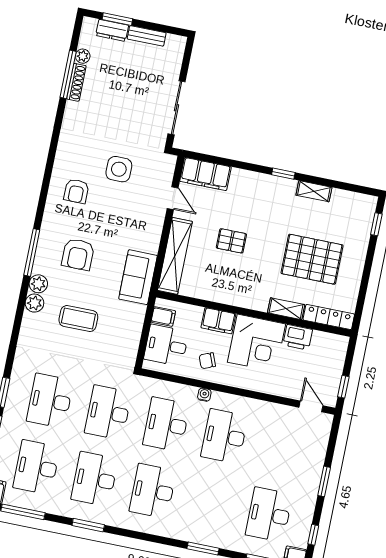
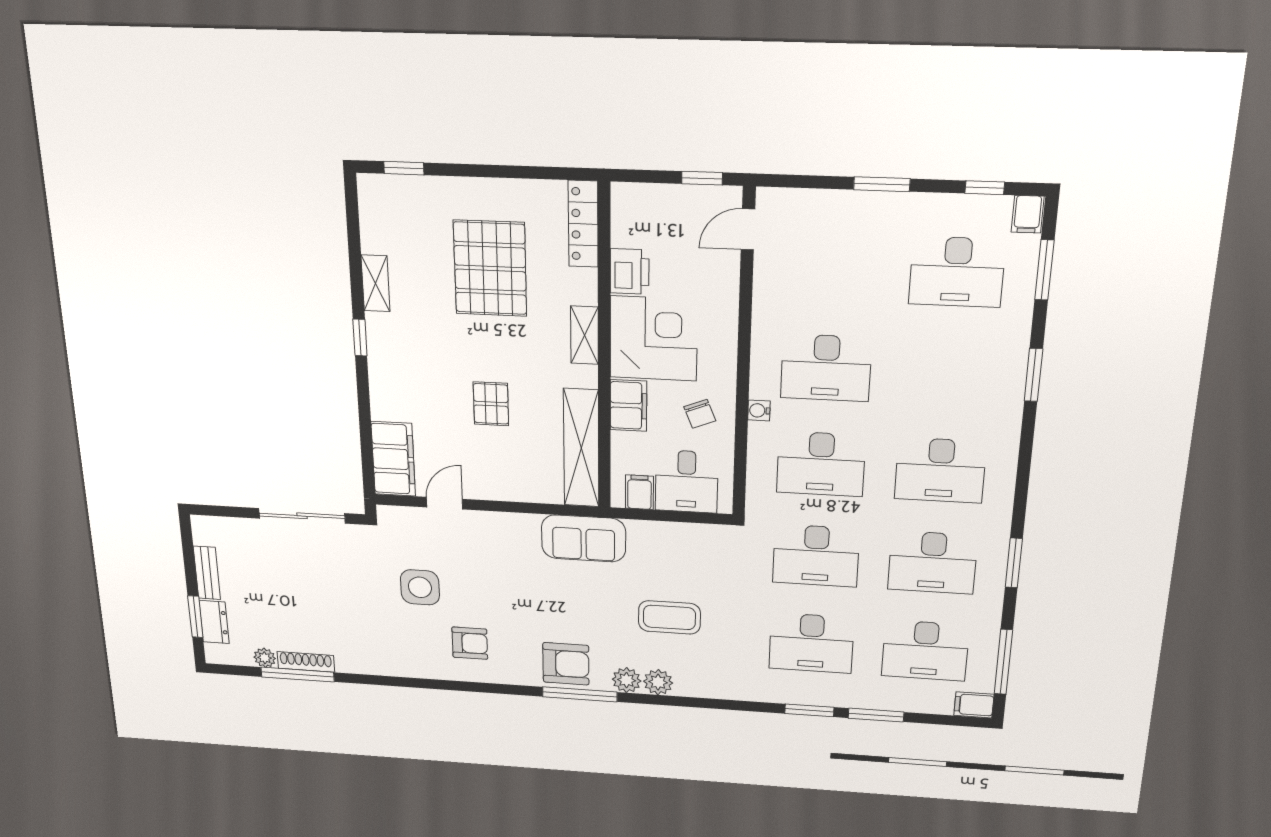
armchair: (78, 254) -> (566, 664), moved
shelving: (175, 256) -> (581, 448), moved, turned 90
shelving: (286, 309) -> (585, 335), moved
coffee table: (78, 319) -> (669, 617), turned 90

